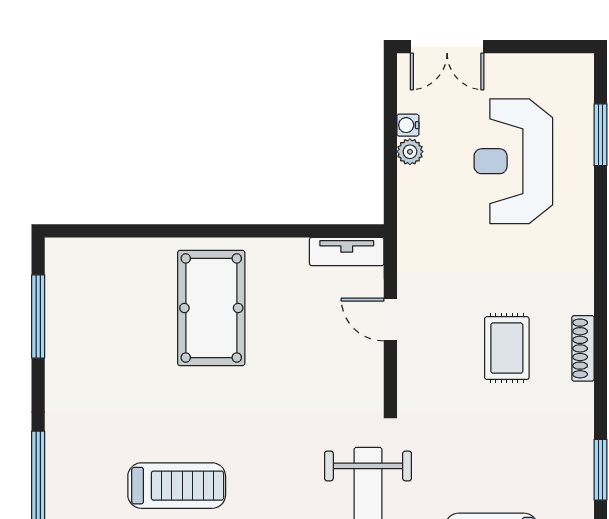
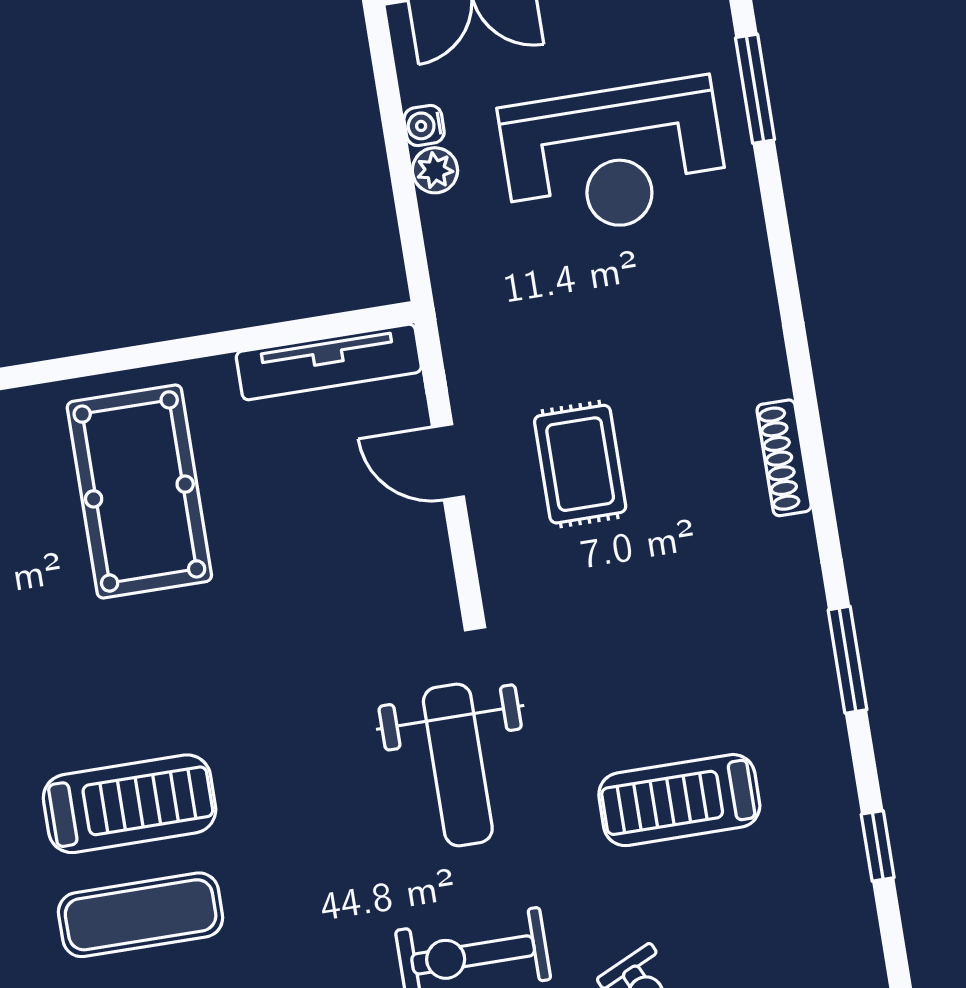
reception desk: (513, 161) -> (614, 158), turned -90
tv unit: (347, 251) -> (329, 362), width x1.41
rug: (507, 348) -> (580, 464), moved

